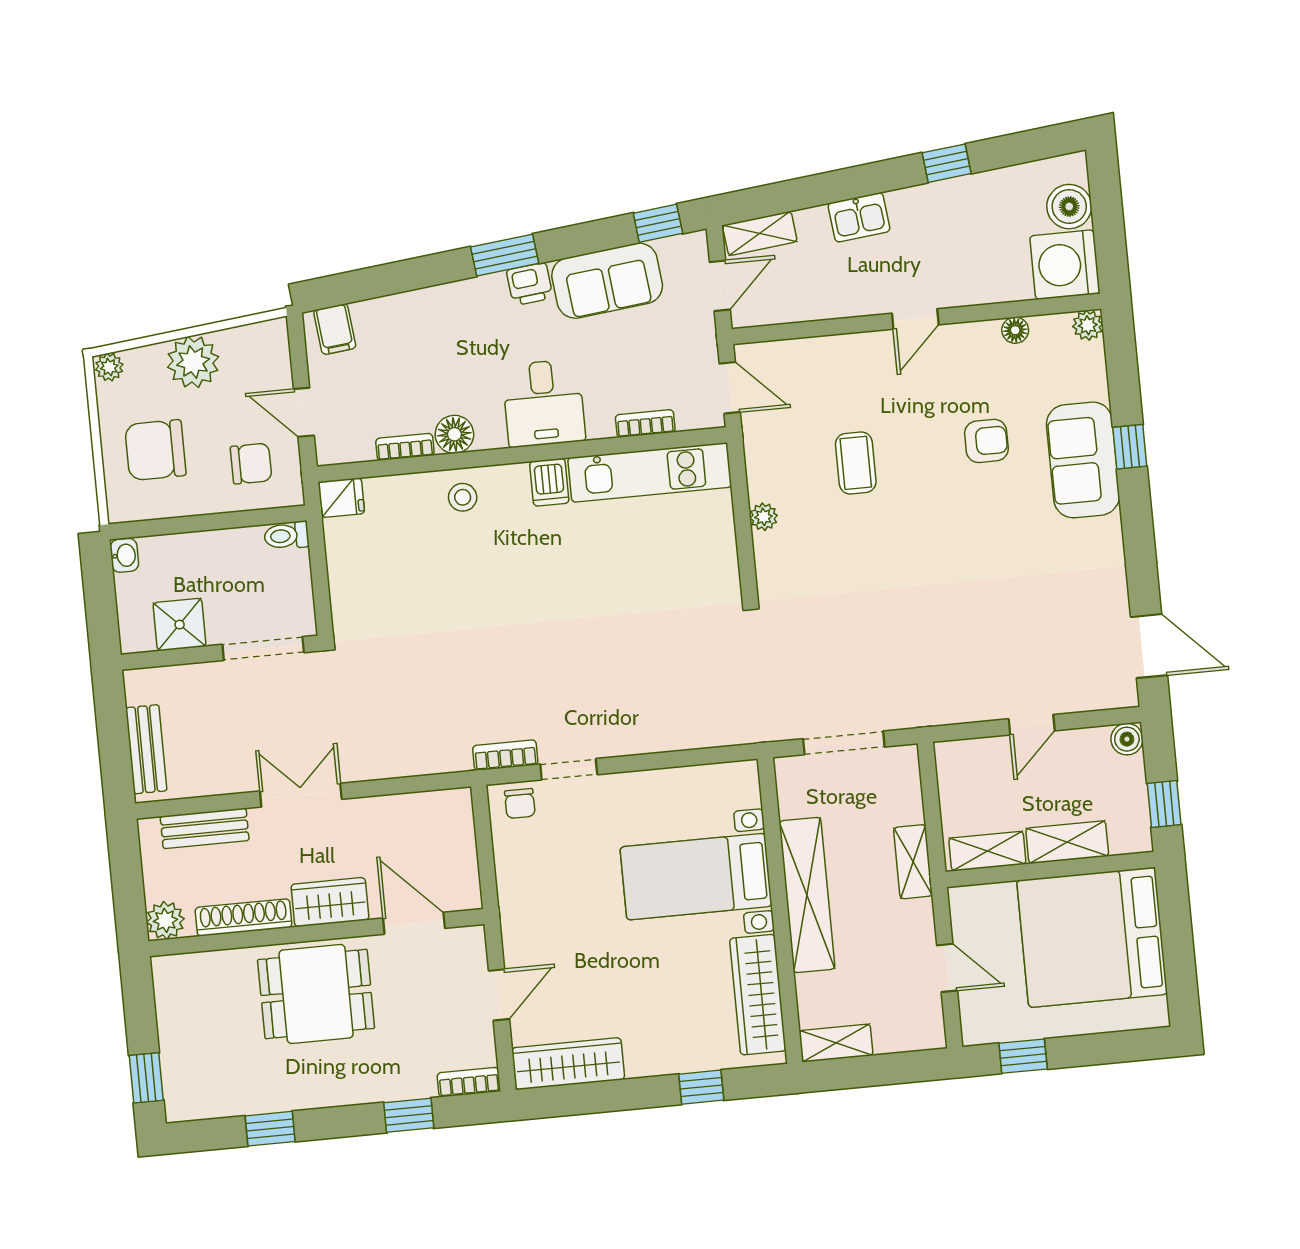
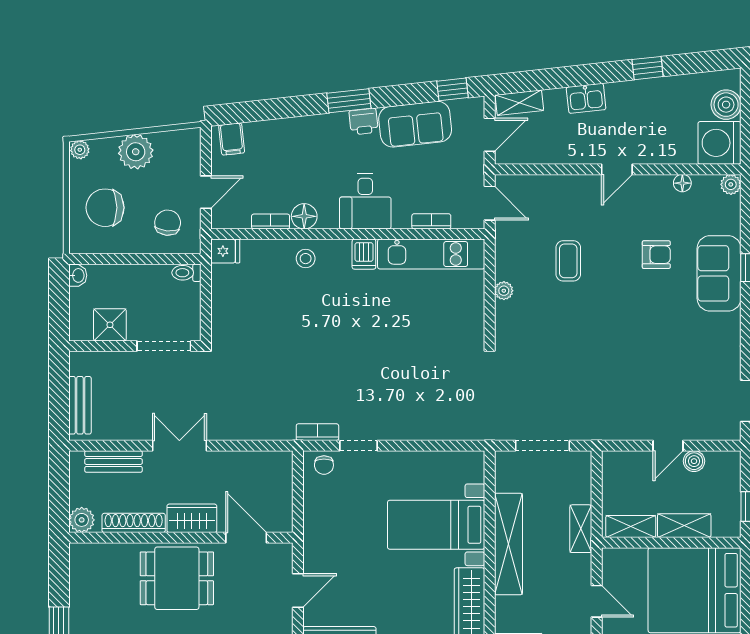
door: (304, 412) -> (206, 192), swing flipped
chair: (251, 464) -> (168, 223), turned -84
boiler: (1127, 739) -> (694, 461), moved

